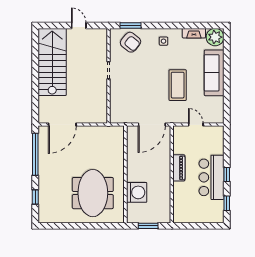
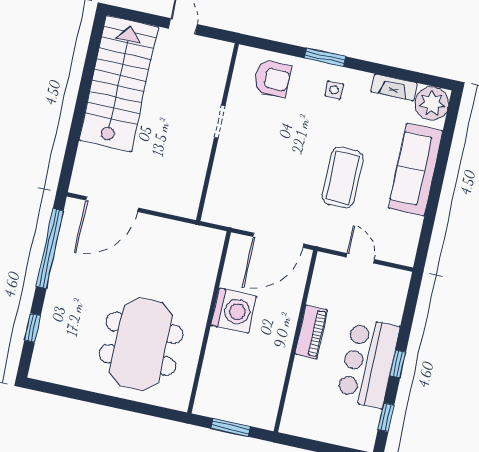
window: (130, 25) -> (325, 57), moved
armchair: (131, 42) -> (272, 79), turned -39
washing machine: (137, 192) -> (234, 311), moved

